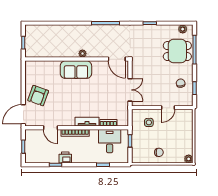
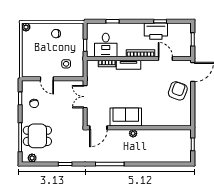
door: (117, 59) -> (98, 128), swing flipped
sofa: (76, 70) -> (126, 117), moved
door: (168, 108) -> (47, 79), swing flipped
printer: (65, 158) -> (156, 31), width x1.87, depth x1.48

